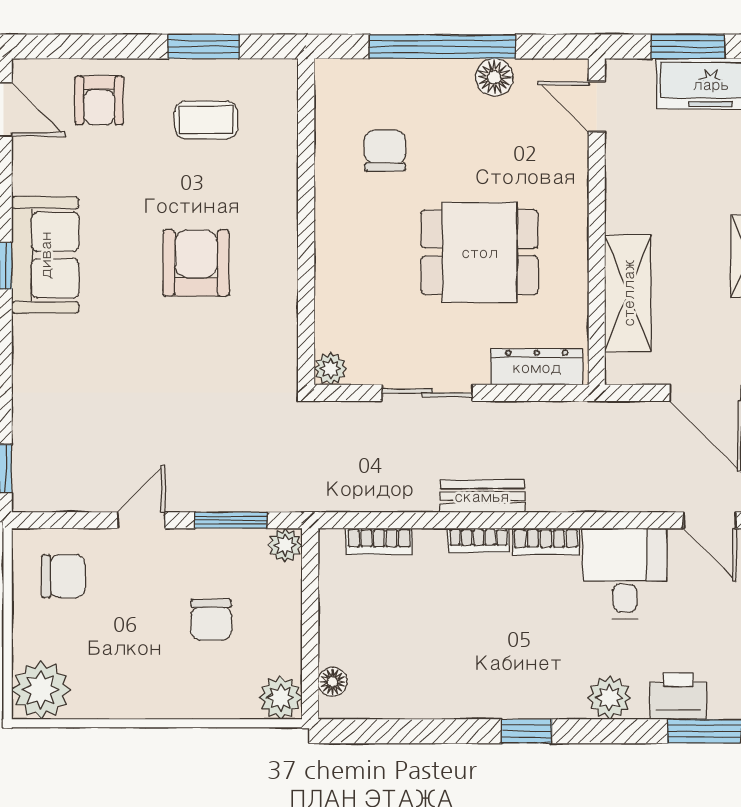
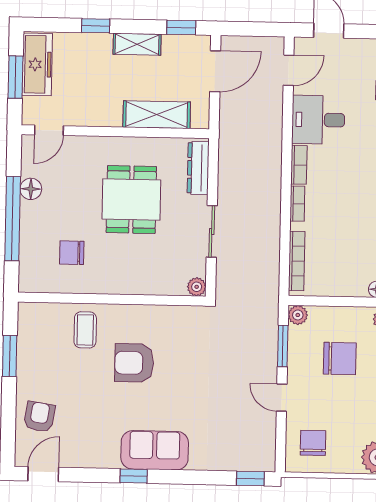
armchair: (99, 100) -> (39, 417), turned -81
coffee table: (206, 120) -> (85, 330), moved
sofa: (45, 255) -> (155, 450), moved
bench: (482, 496) -> (272, 201), removed
bookcase: (379, 541) -> (297, 261), width x1.56
chair: (211, 620) -> (340, 358), width x1.37, depth x1.37

